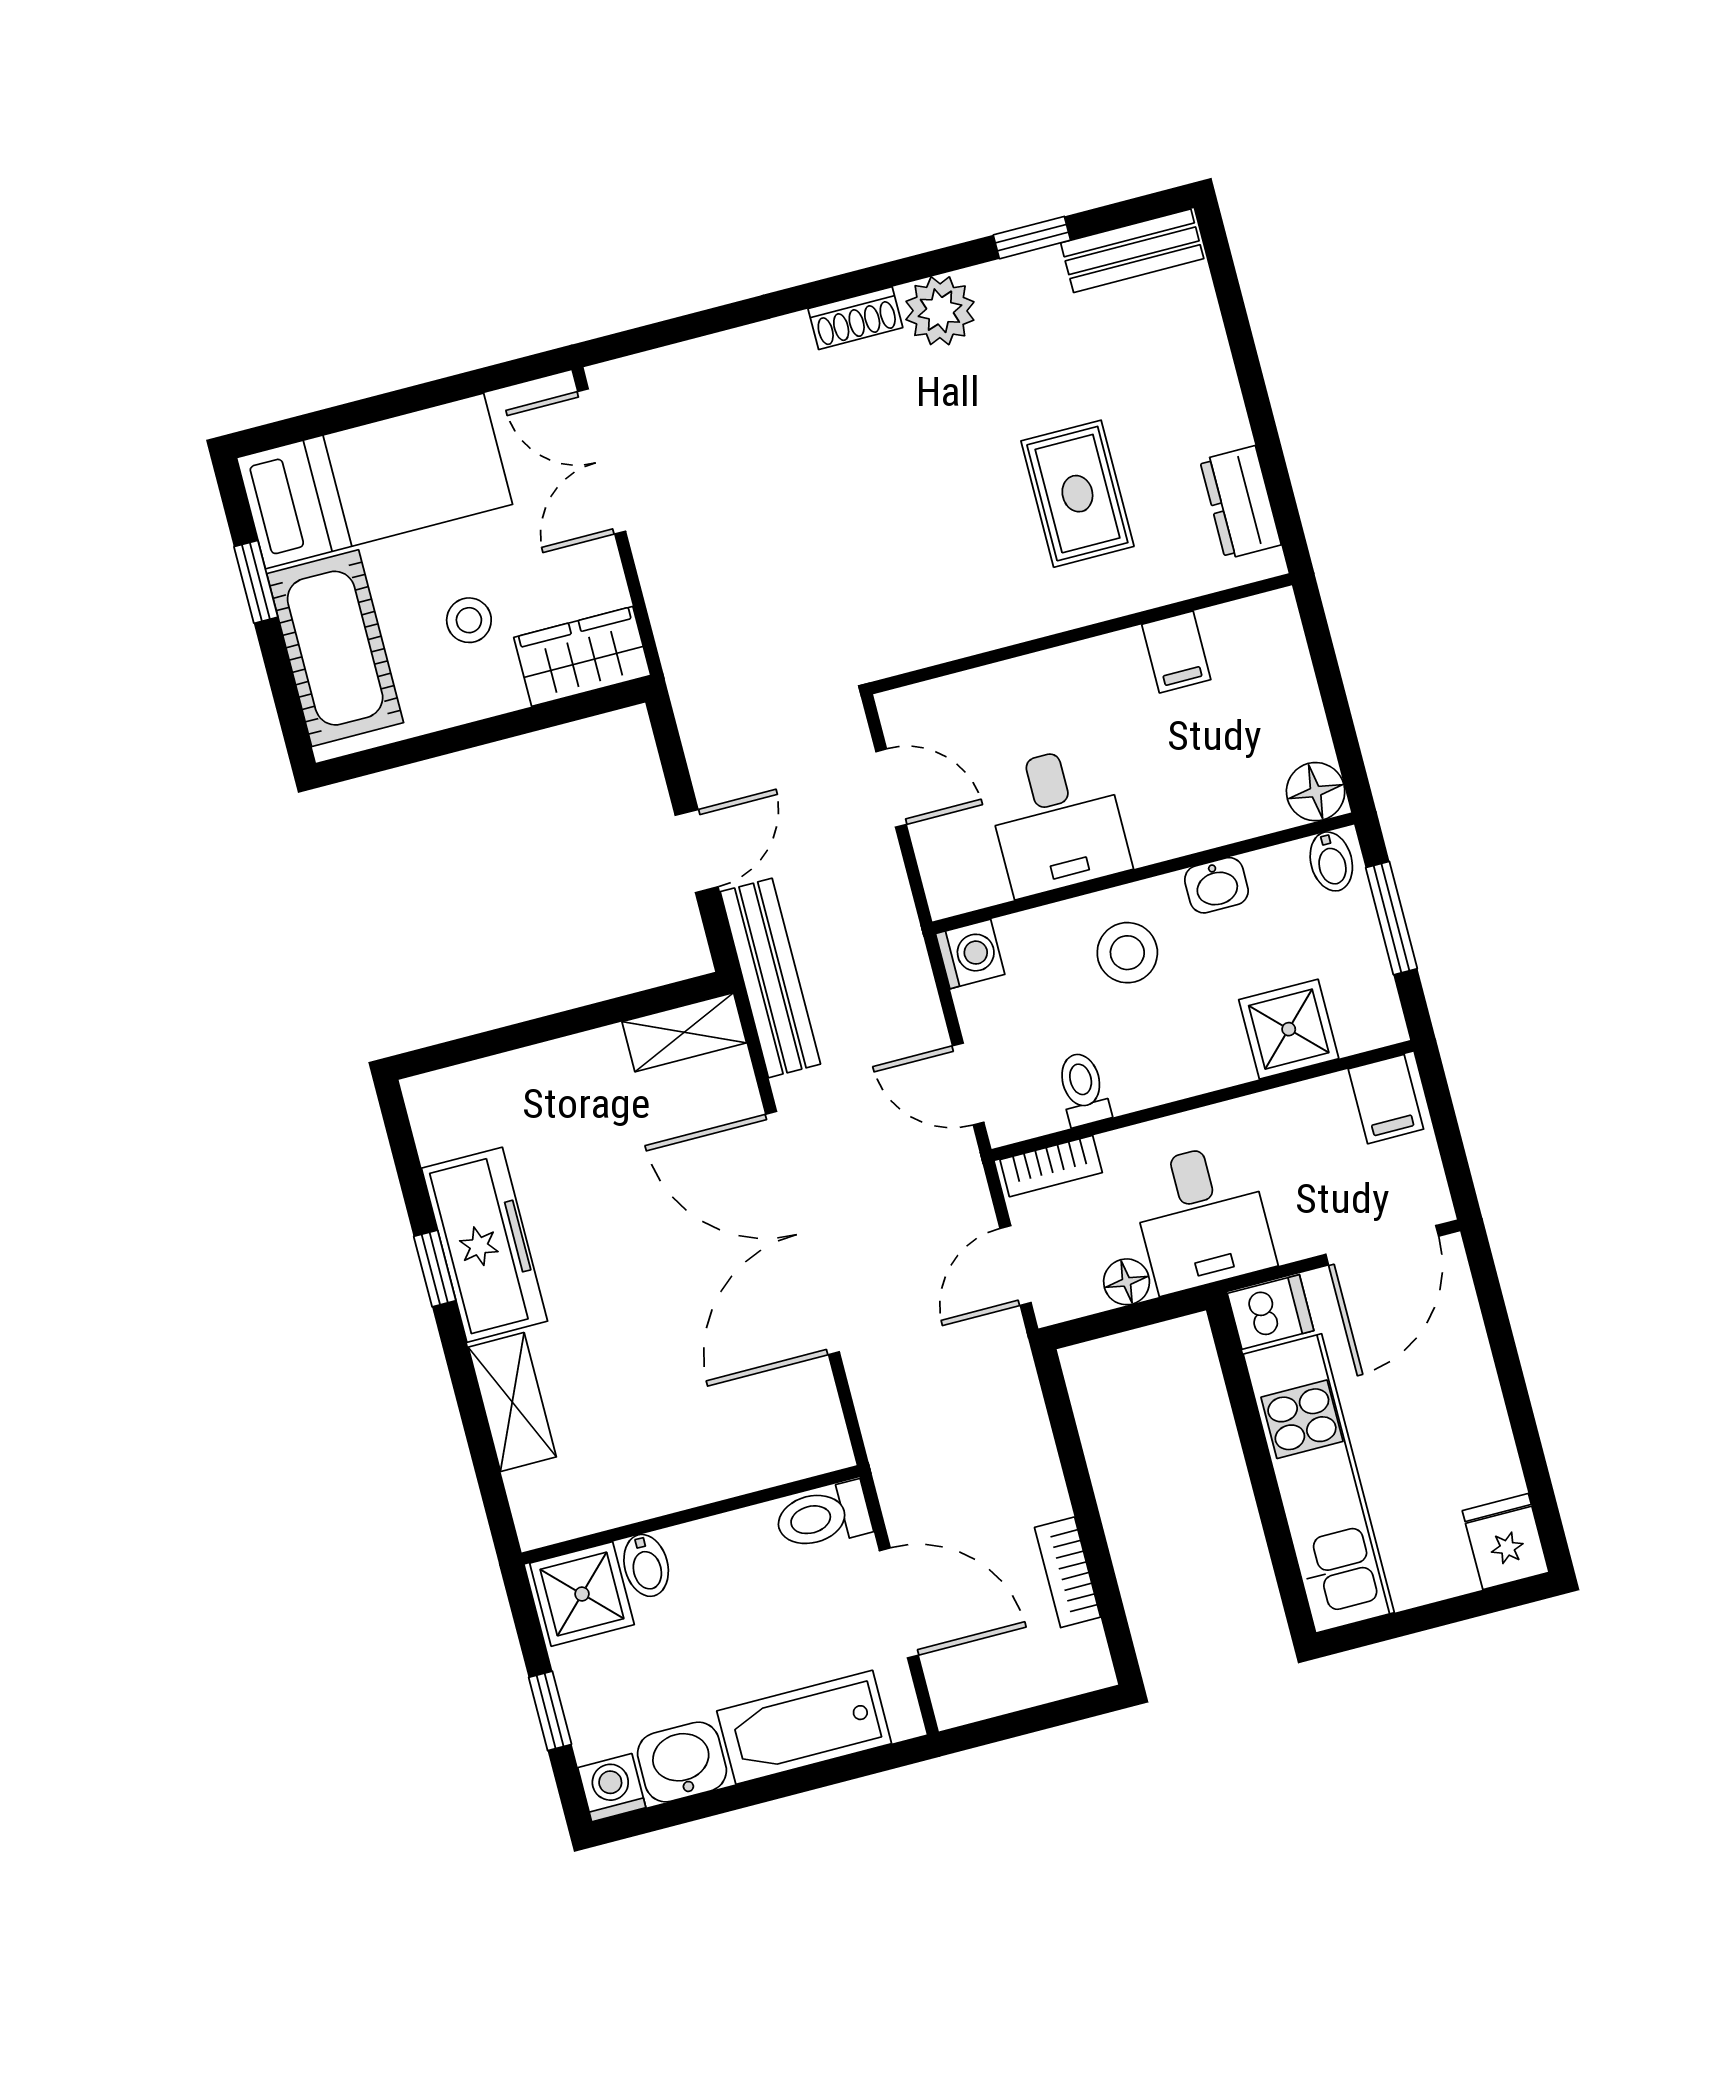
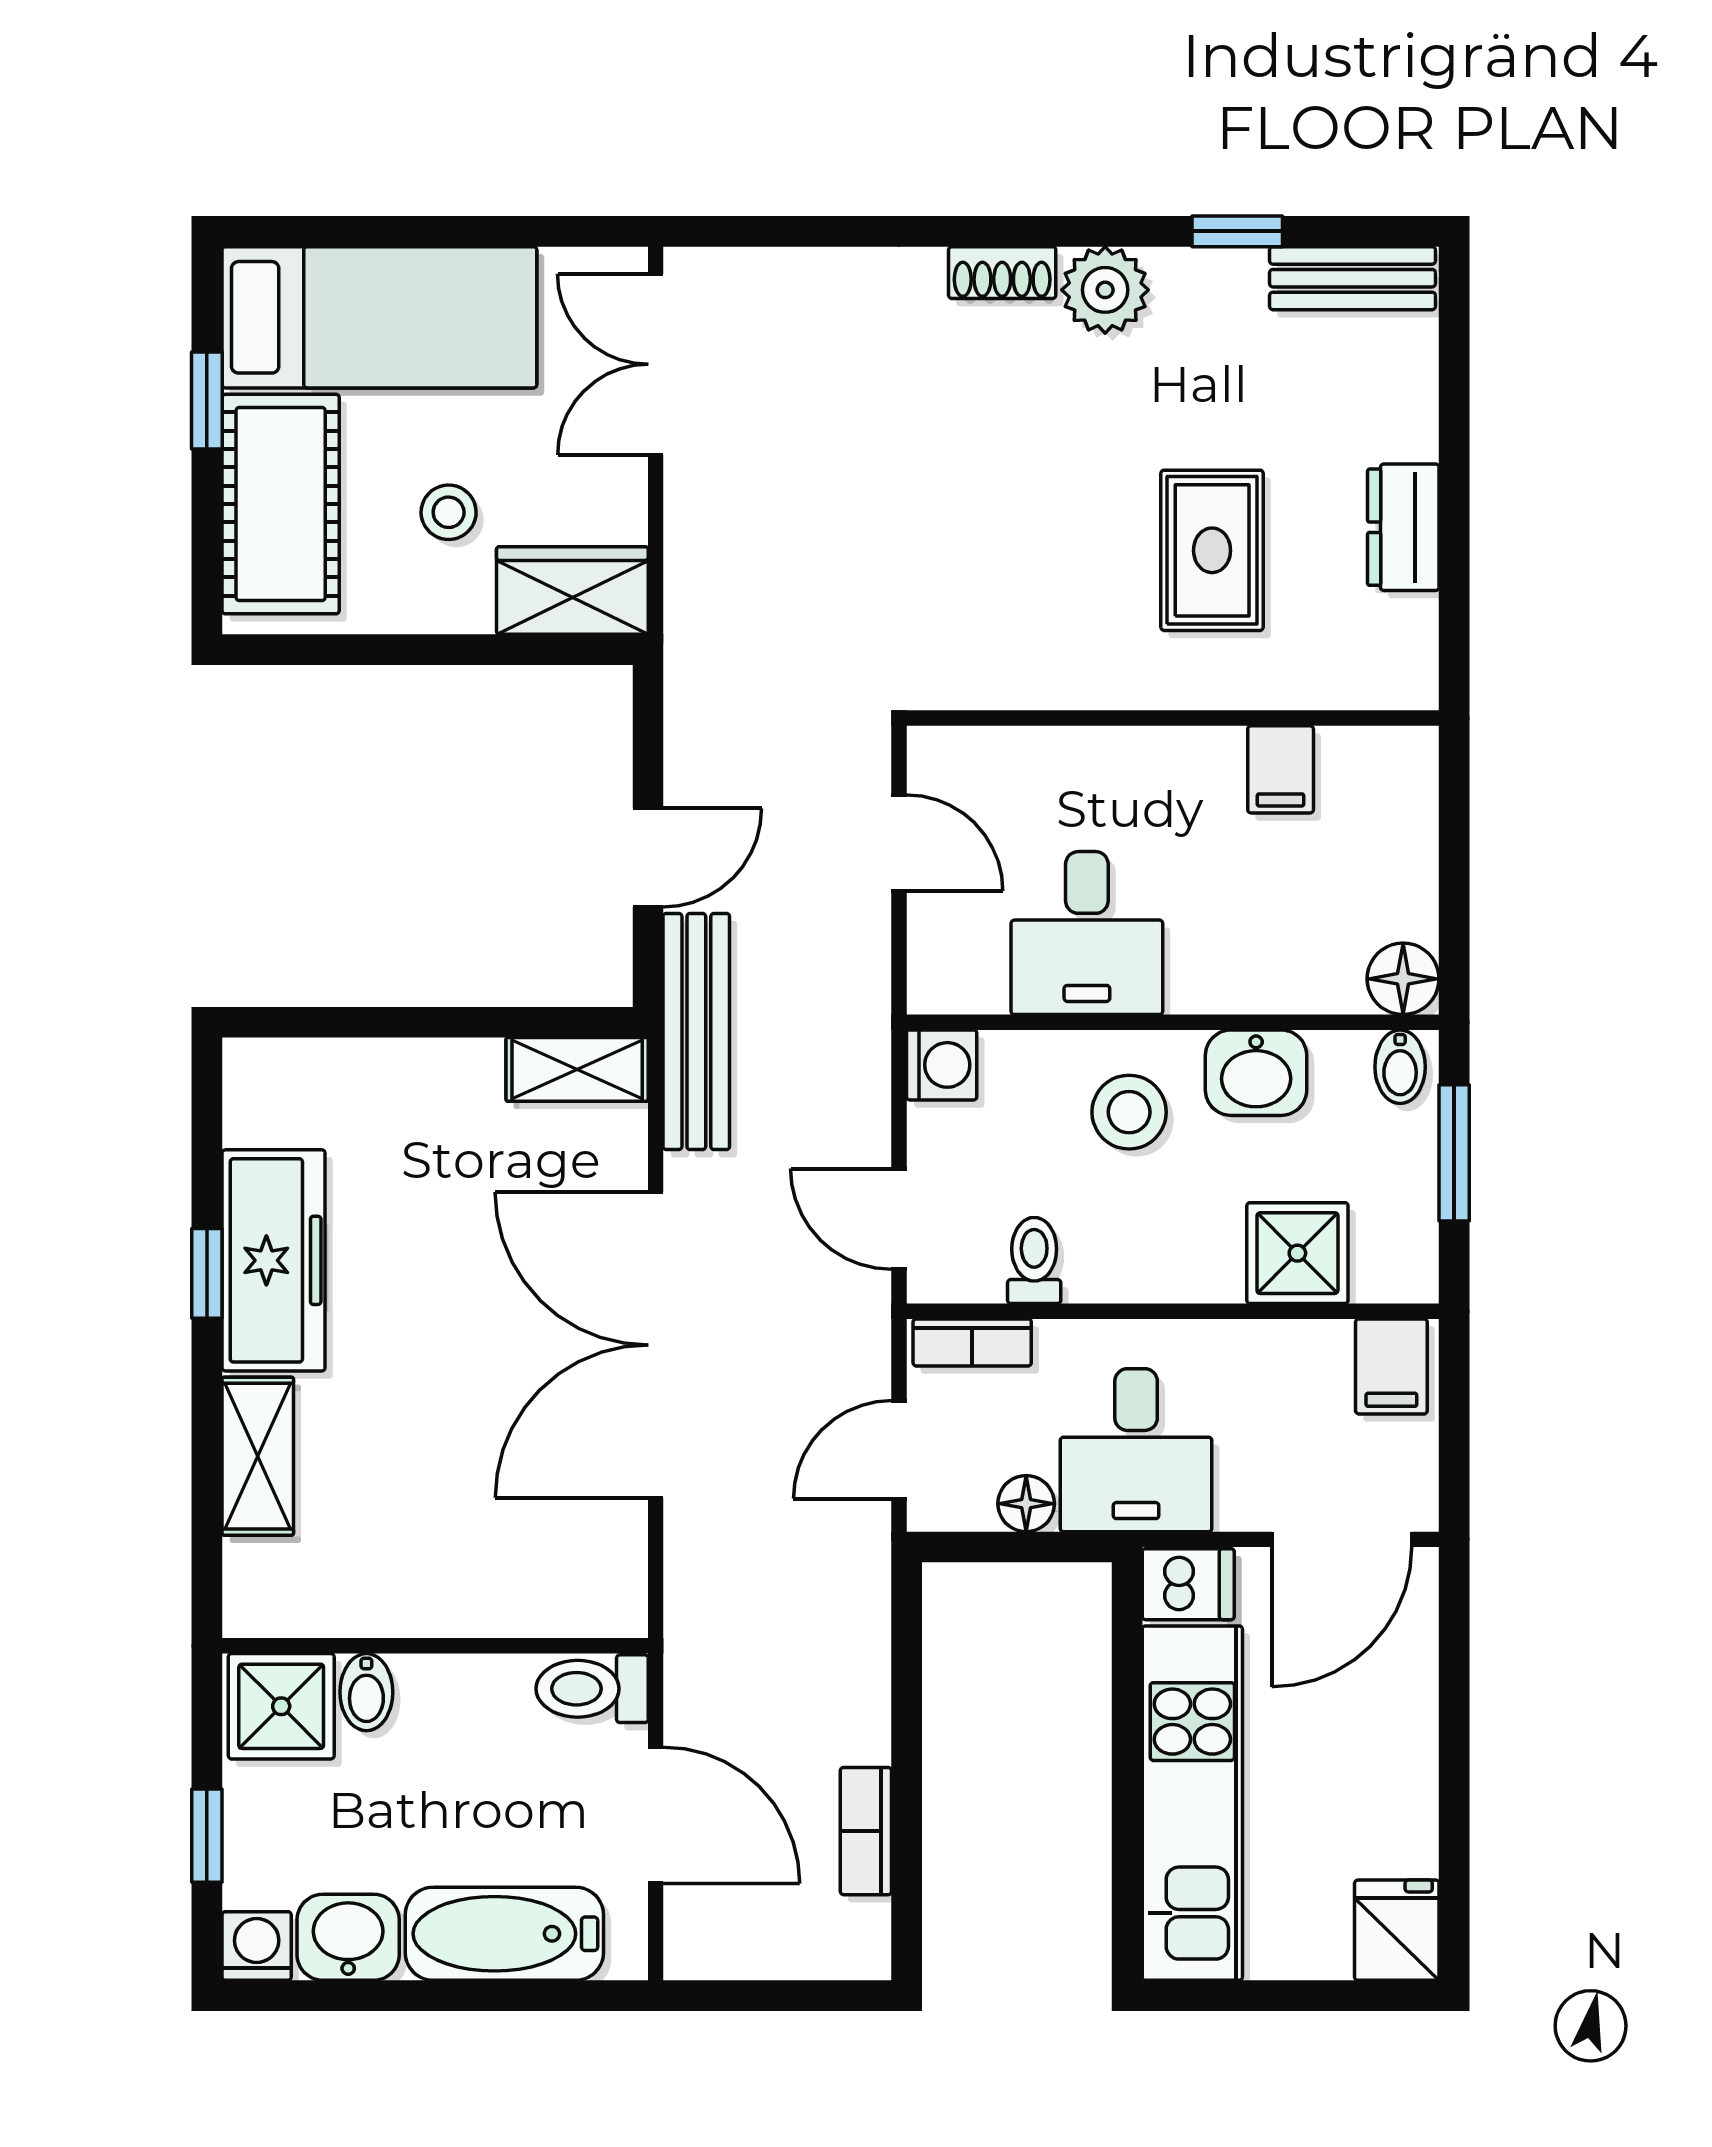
dresser: (1240, 502) -> (1403, 527), moved
washbasin: (1216, 885) -> (1256, 1073), width x1.38, depth x1.45

